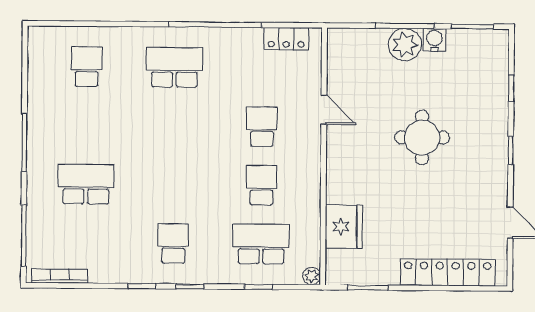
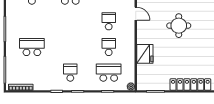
fridge: (344, 227) -> (145, 54), moved

